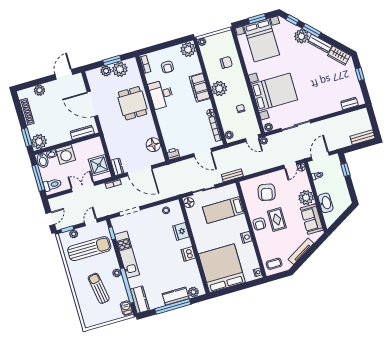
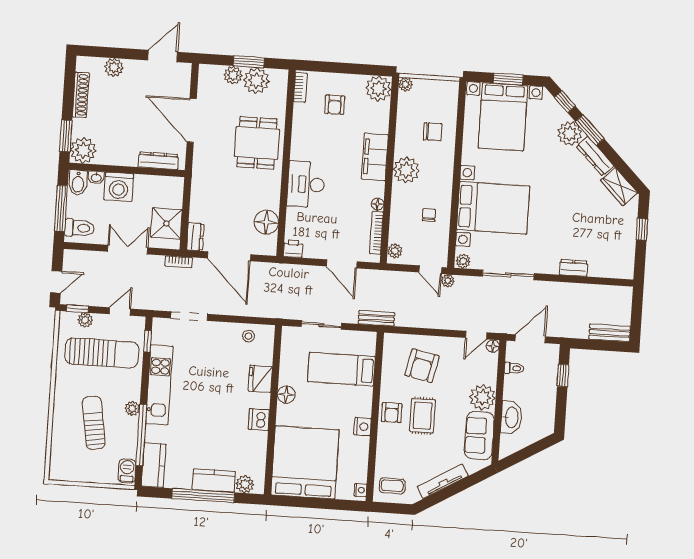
desk: (161, 94) -> (306, 184), moved
dresser: (349, 103) -> (573, 268), moved
floor lamp: (189, 203) -> (286, 395), moved

